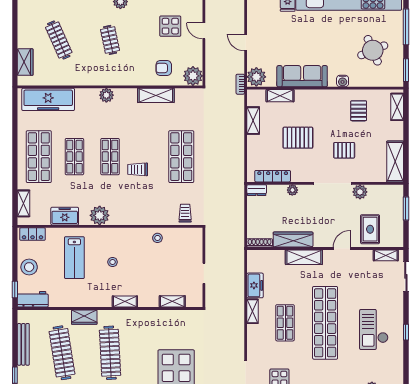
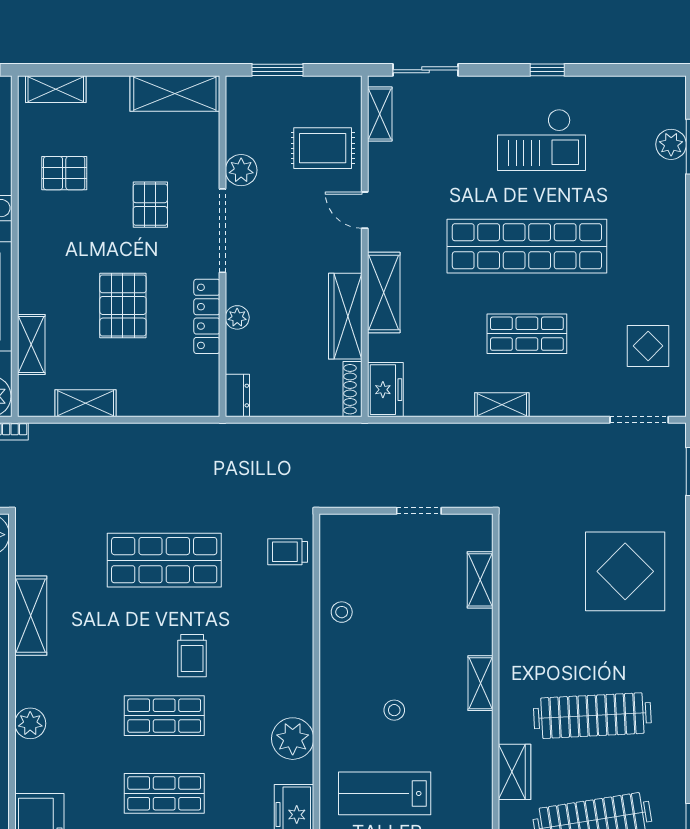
locker: (273, 176) -> (207, 316), moved
lab bench: (74, 258) -> (385, 793), turned 180
freezer: (255, 285) -> (385, 390), moved, turned 90

